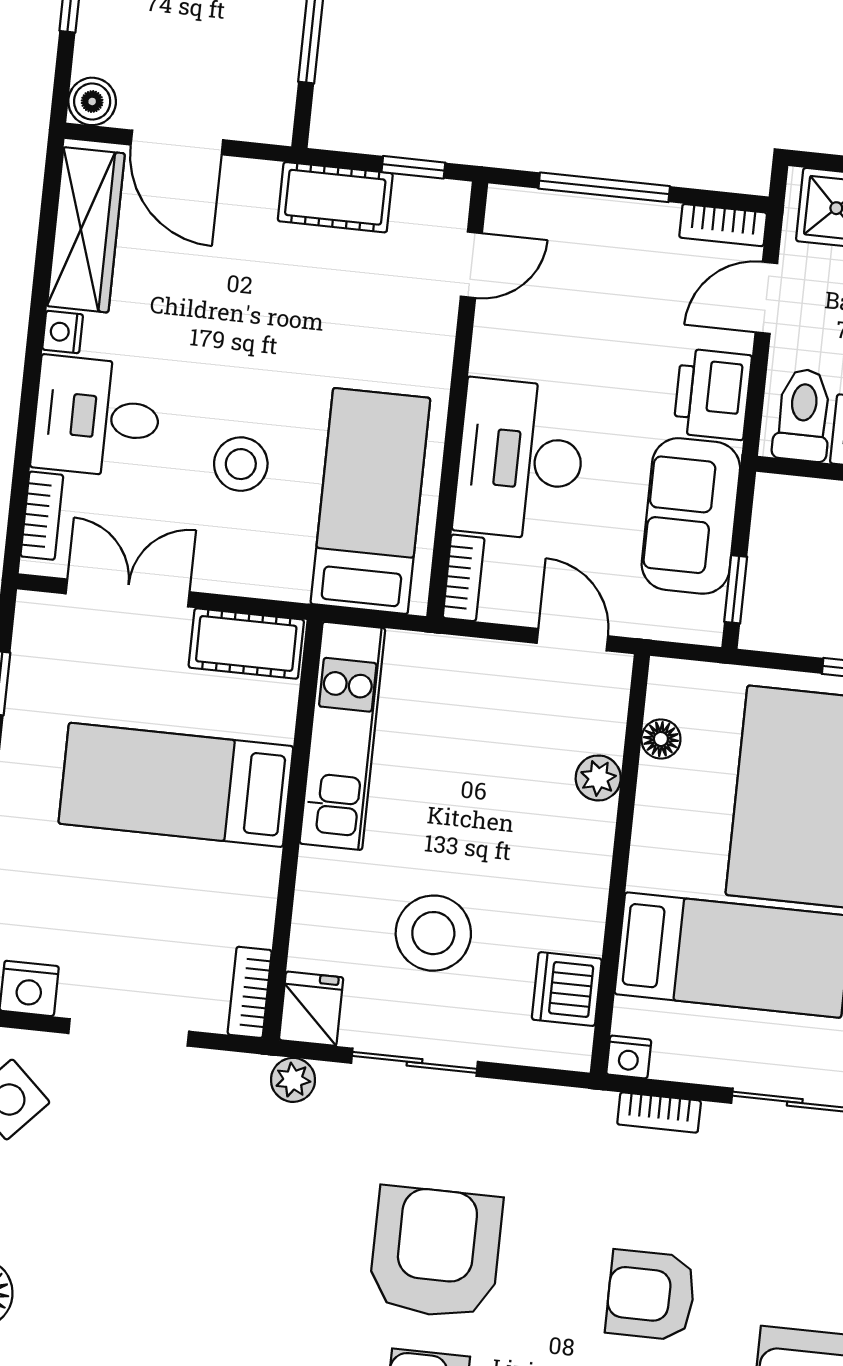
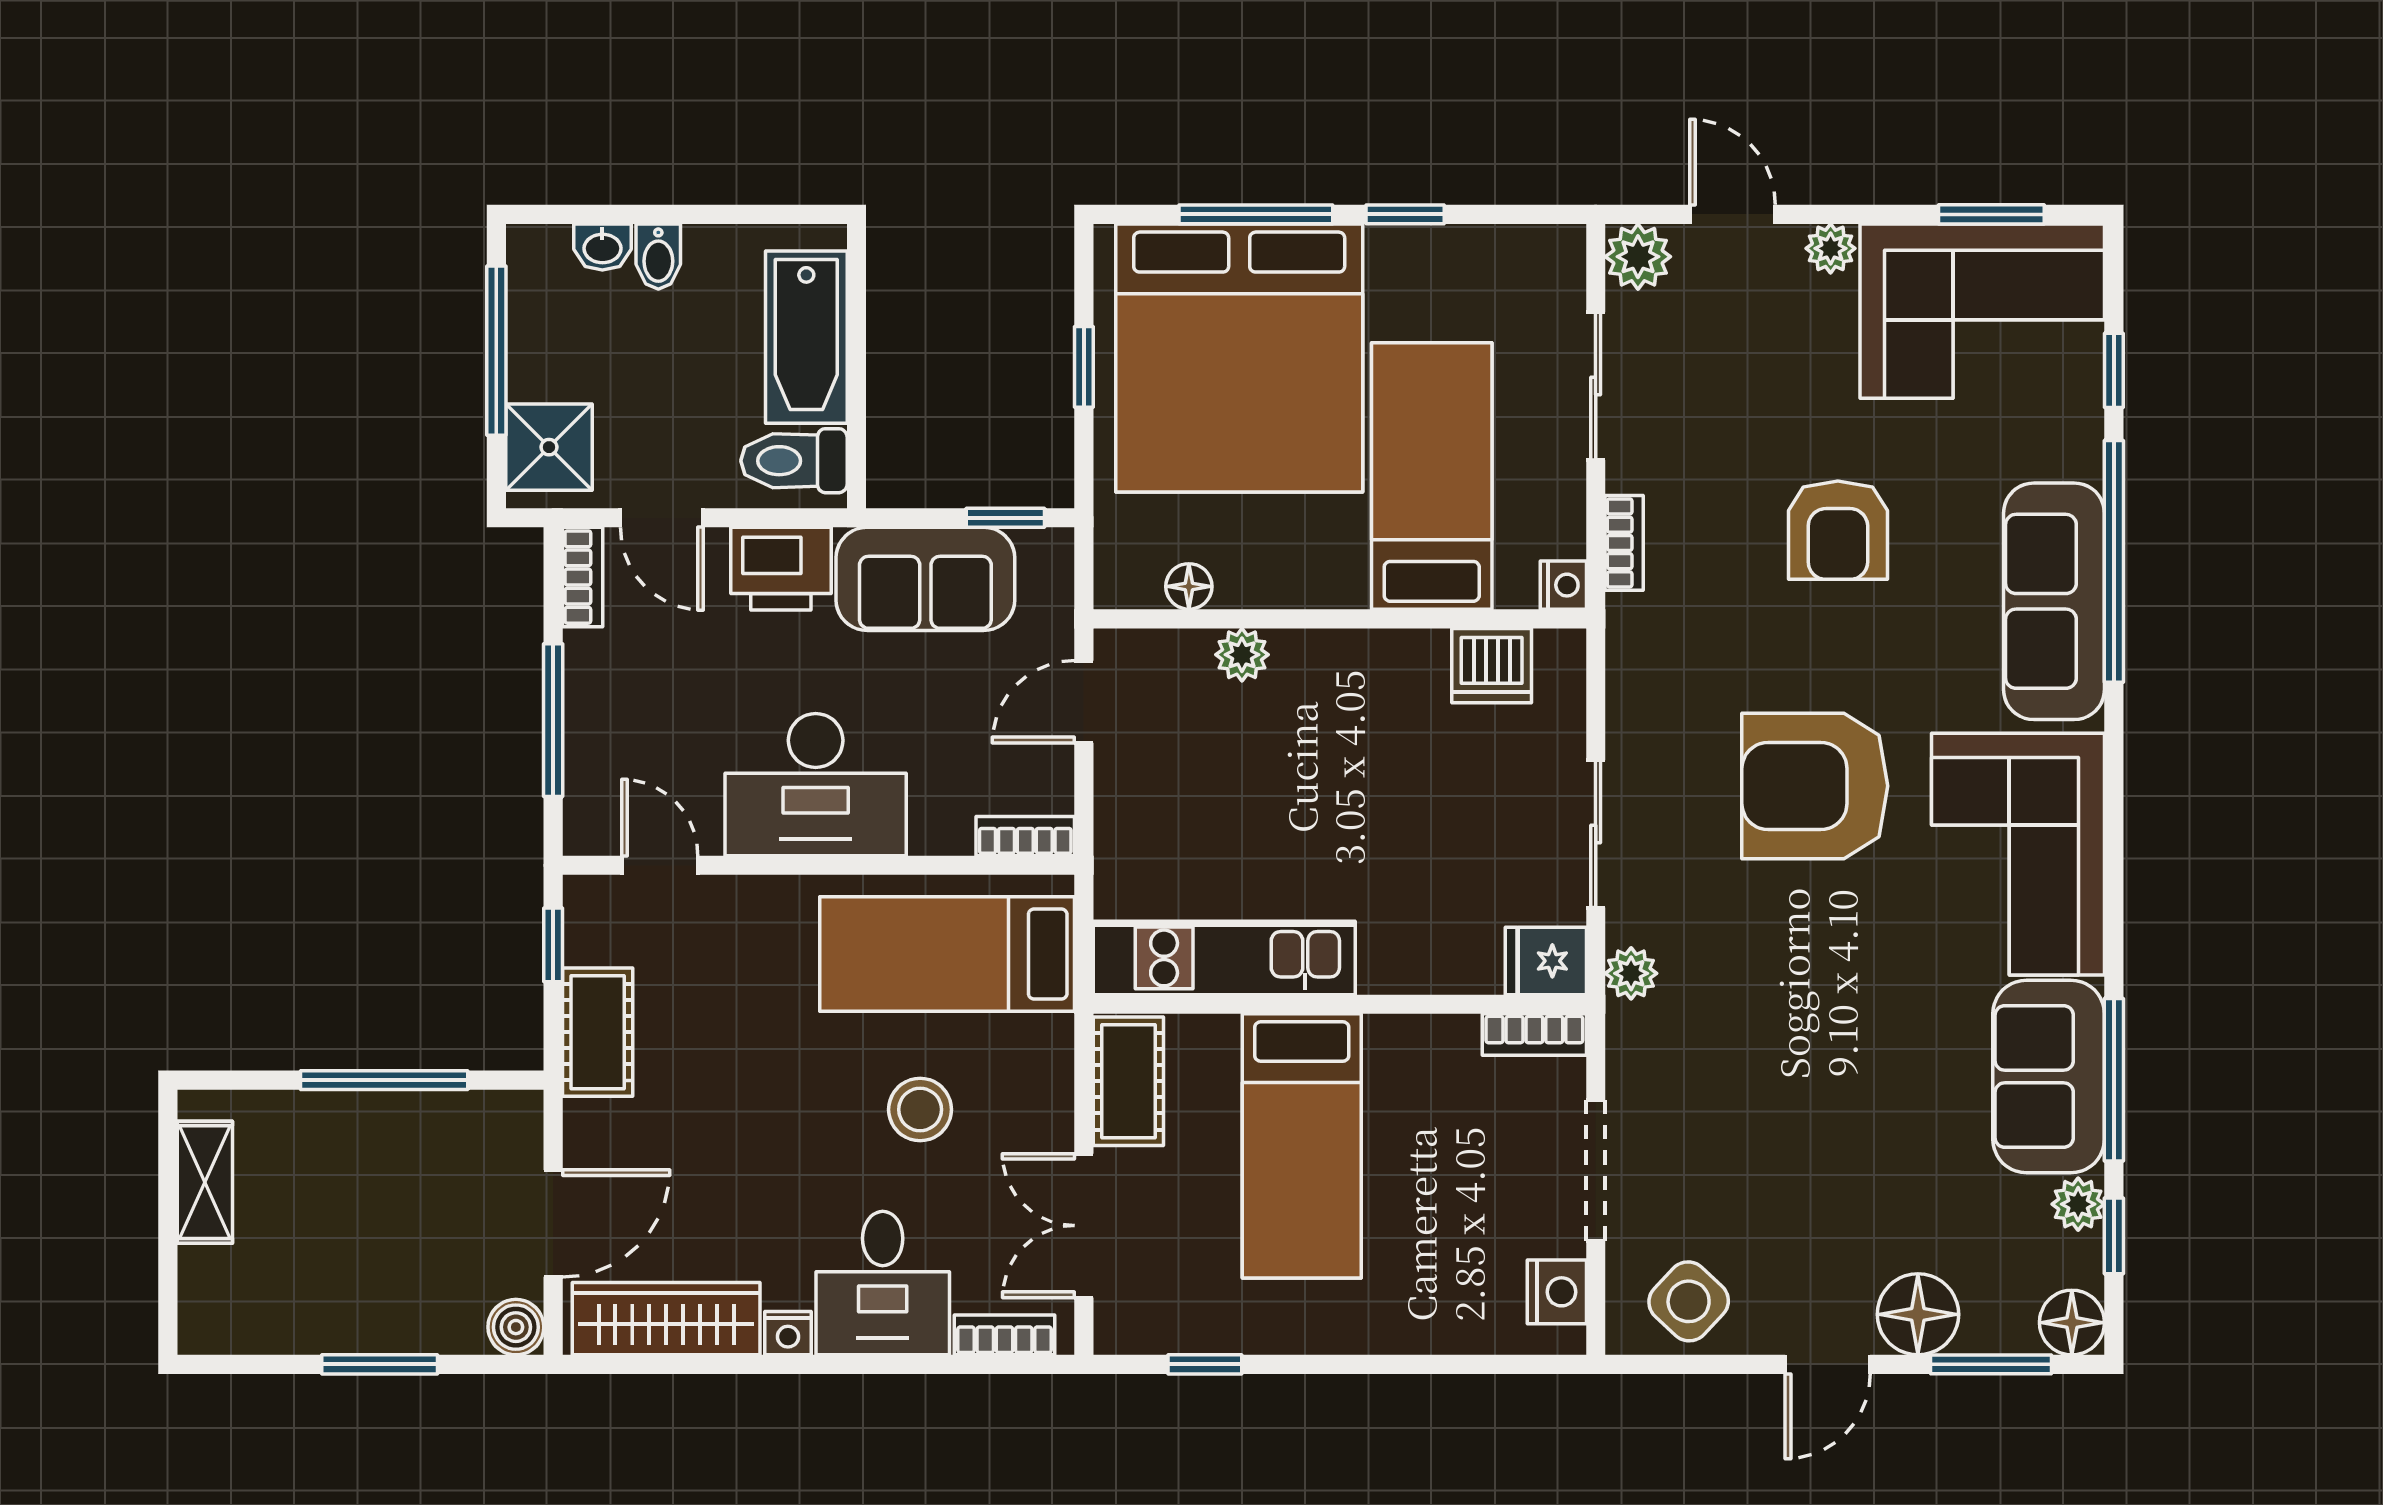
desk: (520, 459) -> (816, 785), moved
stool: (433, 933) -> (1443, 828), removed

